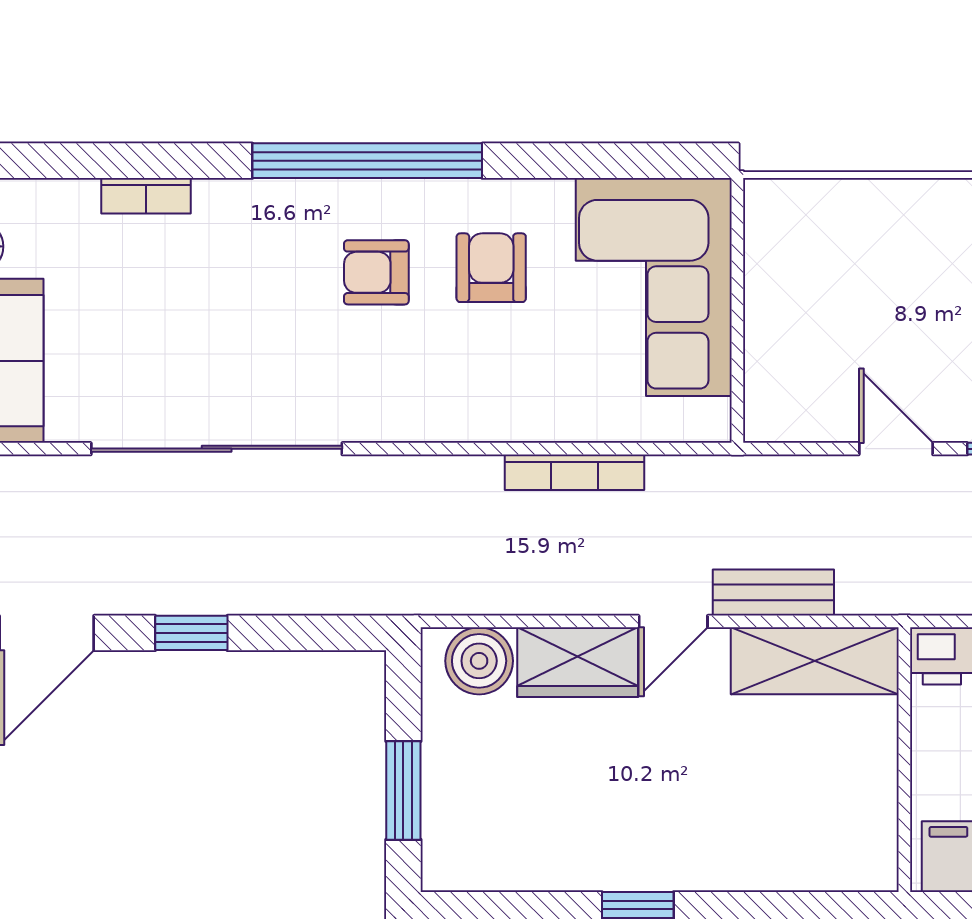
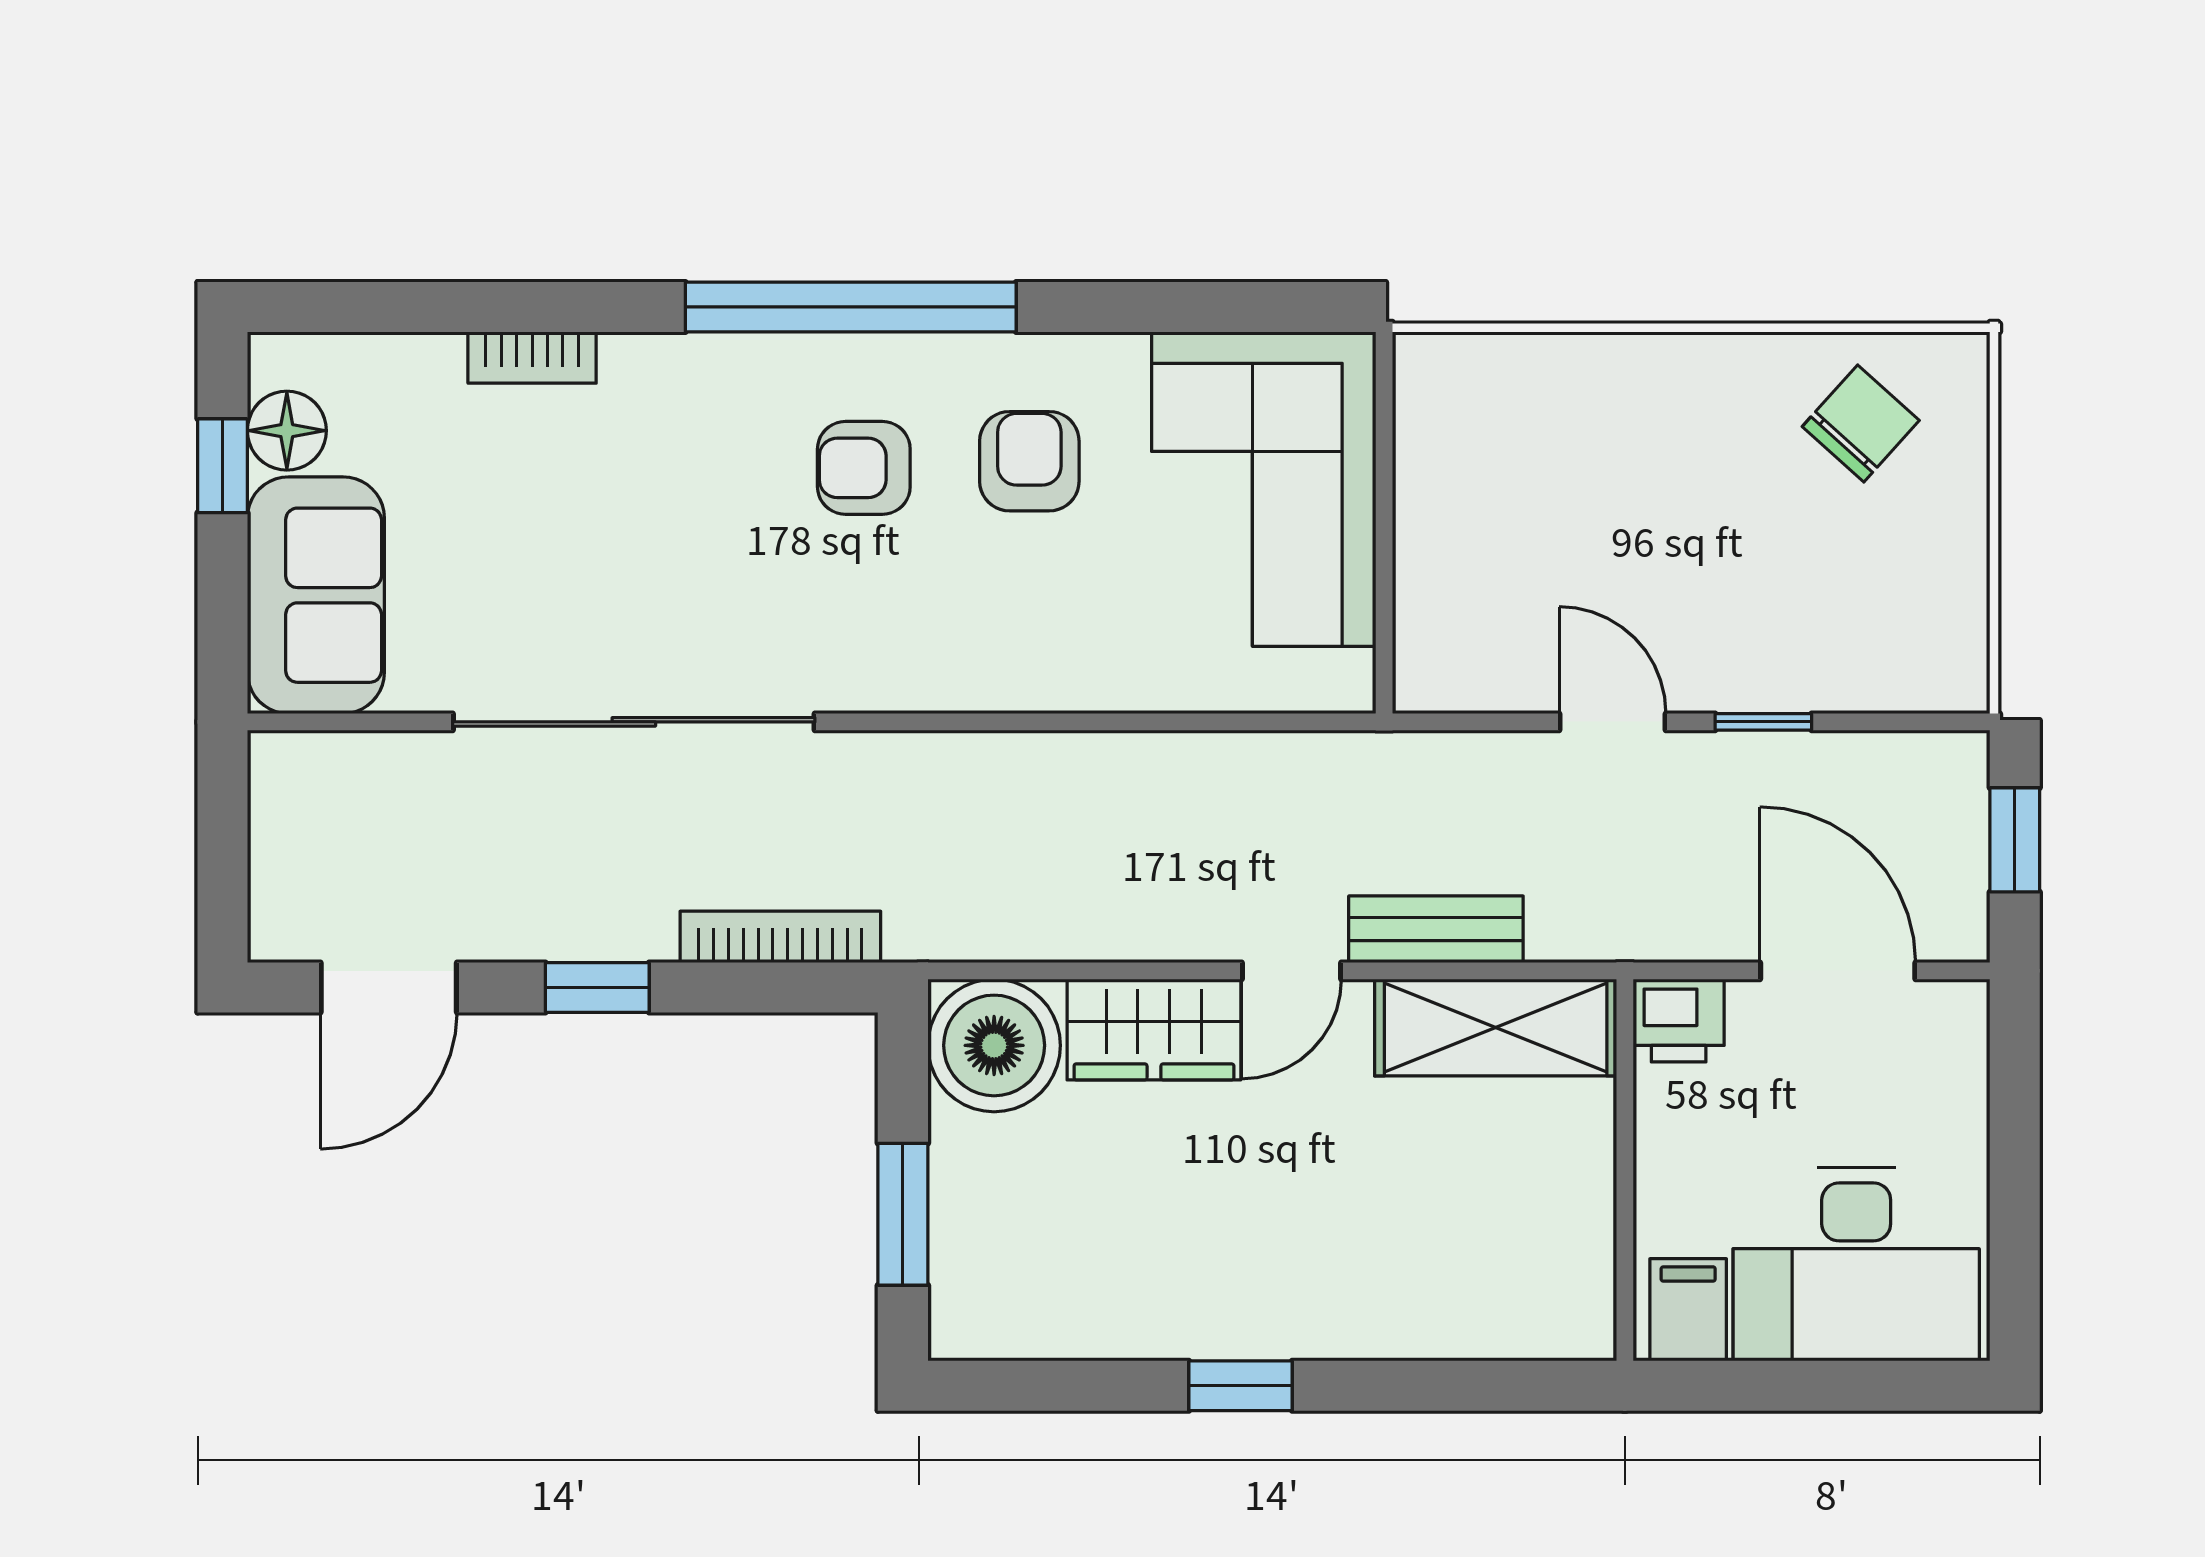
bookcase: (575, 472) -> (780, 937), moved, turned 180
boiler: (479, 661) -> (994, 1045), width x1.37, depth x1.37

